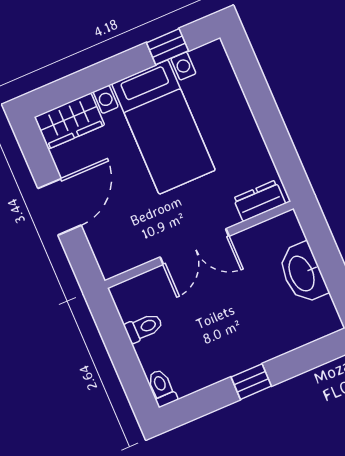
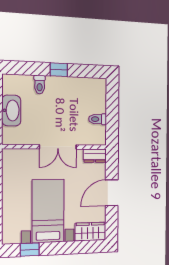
dresser: (259, 201) -> (95, 156), moved
double door: (194, 247) -> (58, 147), swing flipped
toilet: (162, 388) -> (40, 85), moved

